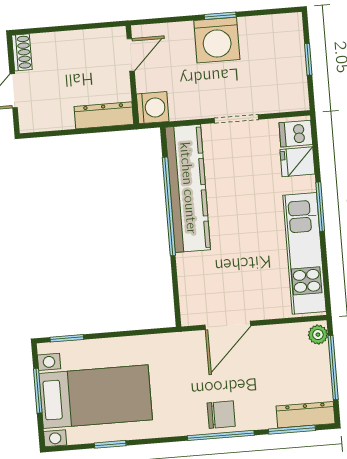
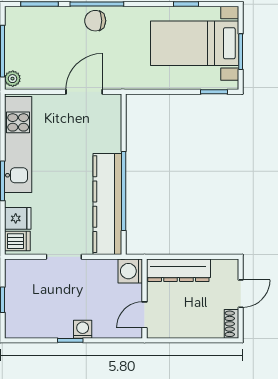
washing machine: (217, 40) -> (83, 329), width x0.53, depth x0.53
dresser: (104, 115) -> (178, 270), width x1.37, depth x1.24
dresser: (306, 415) -> (28, 15), removed

